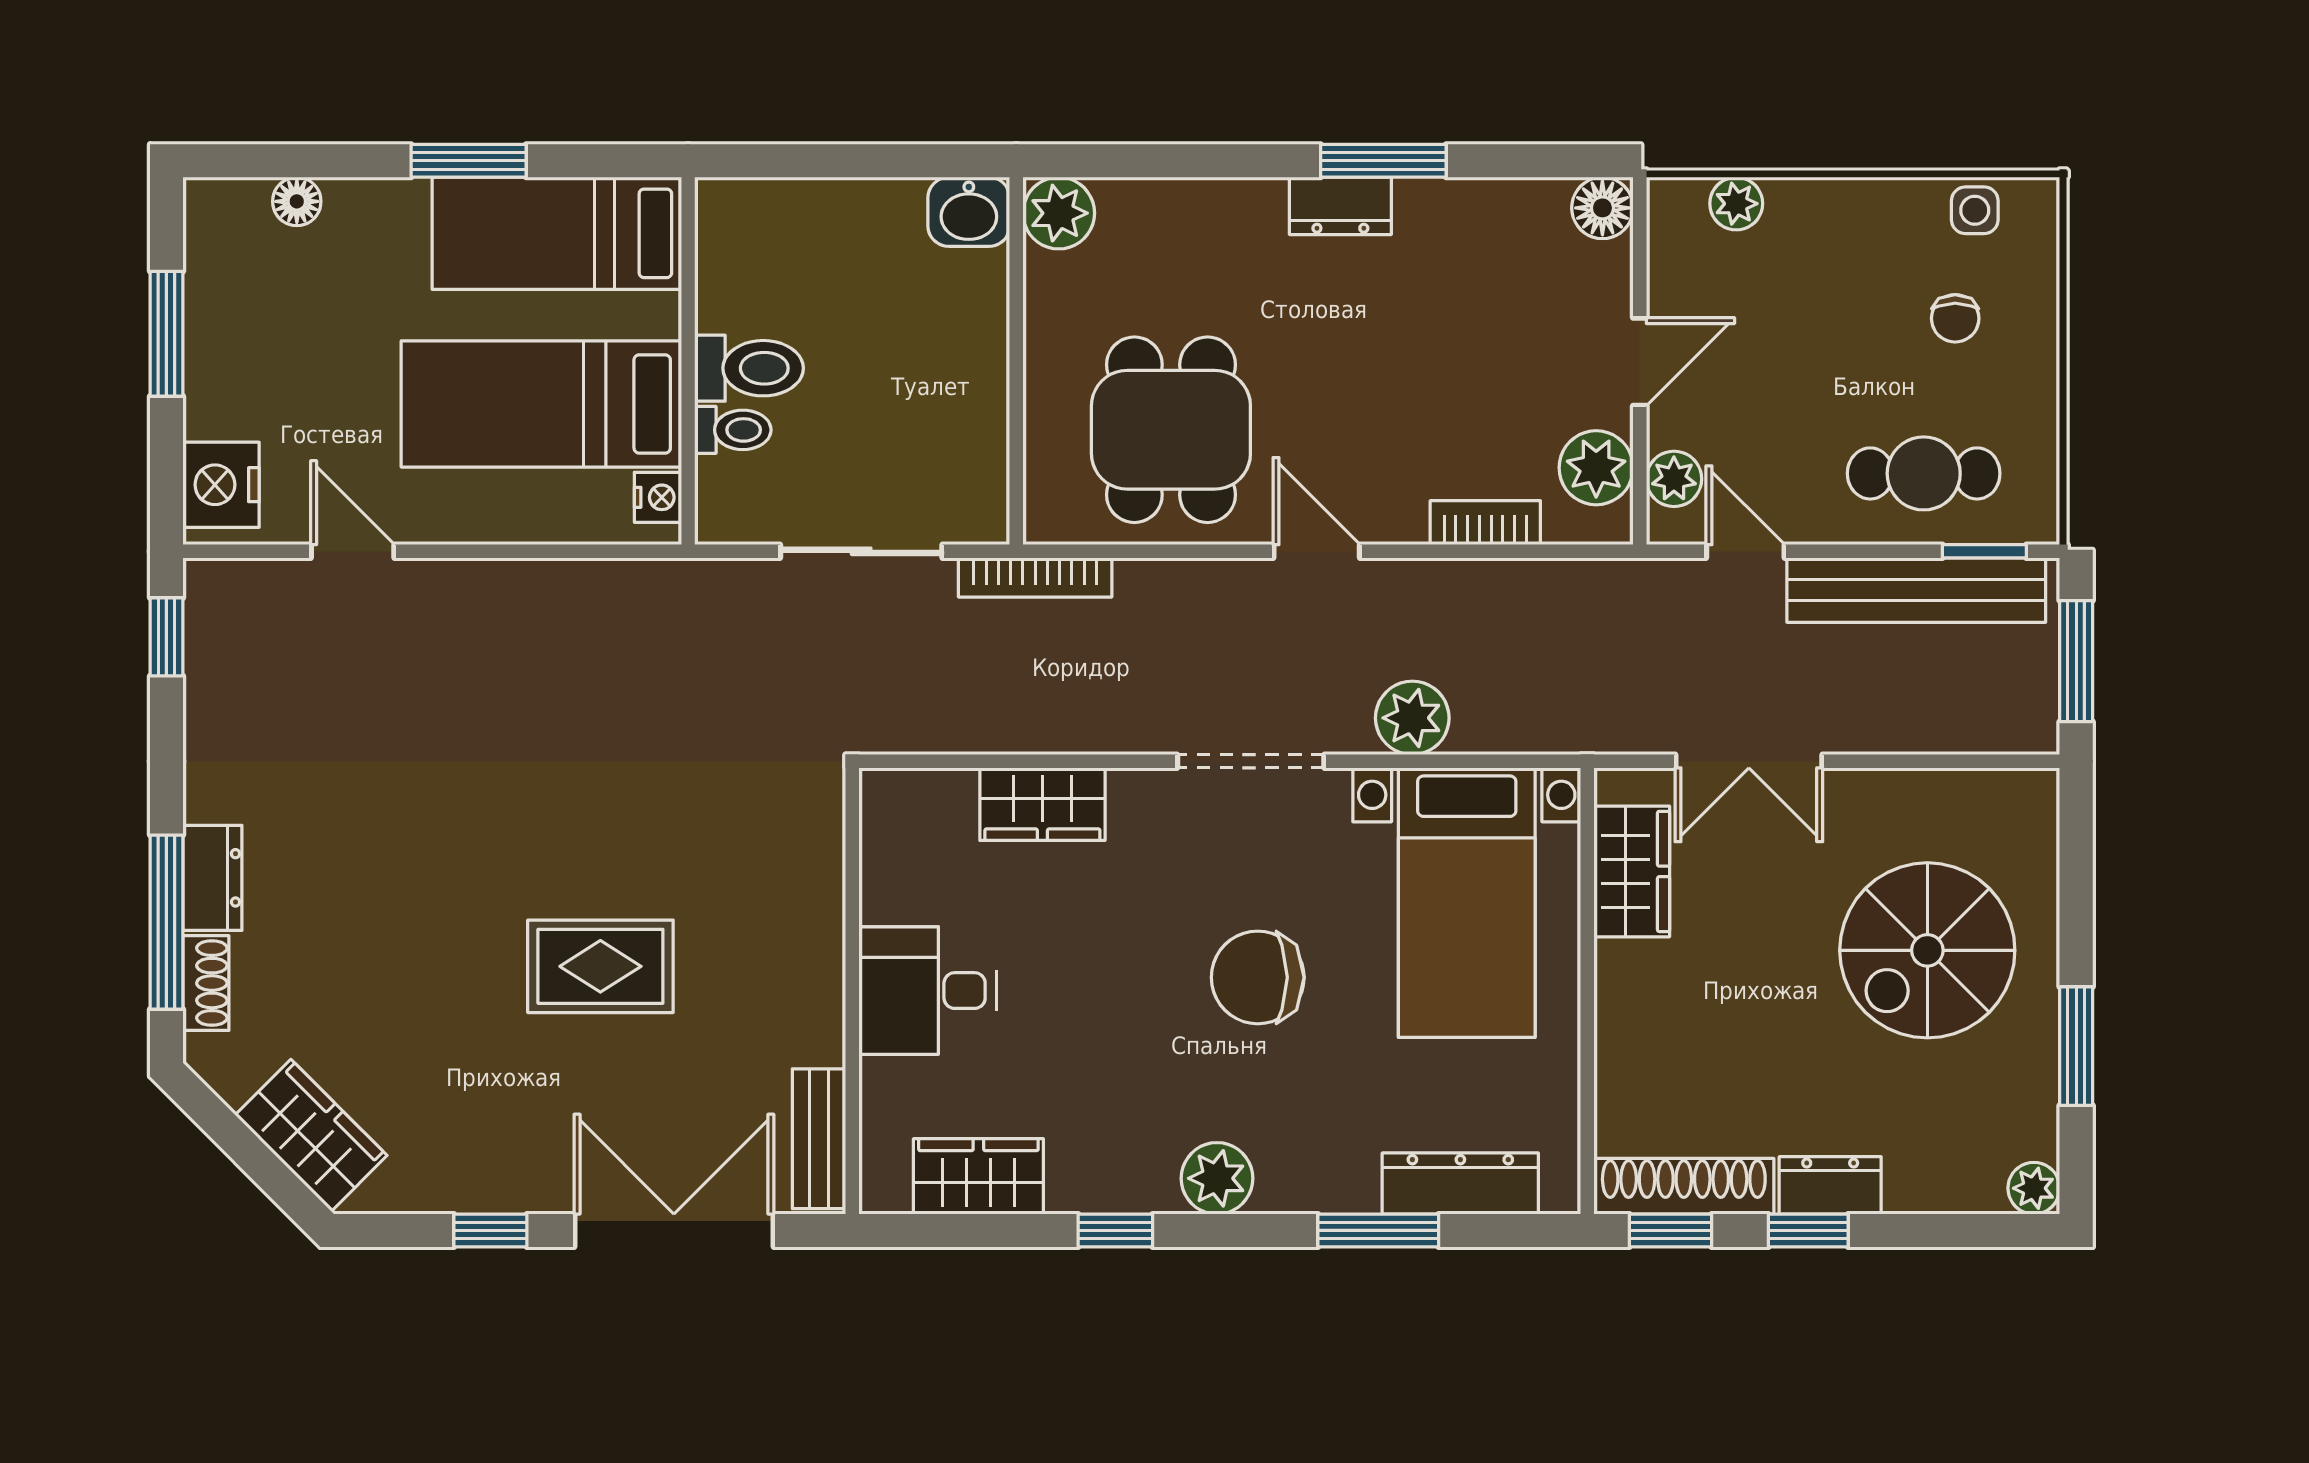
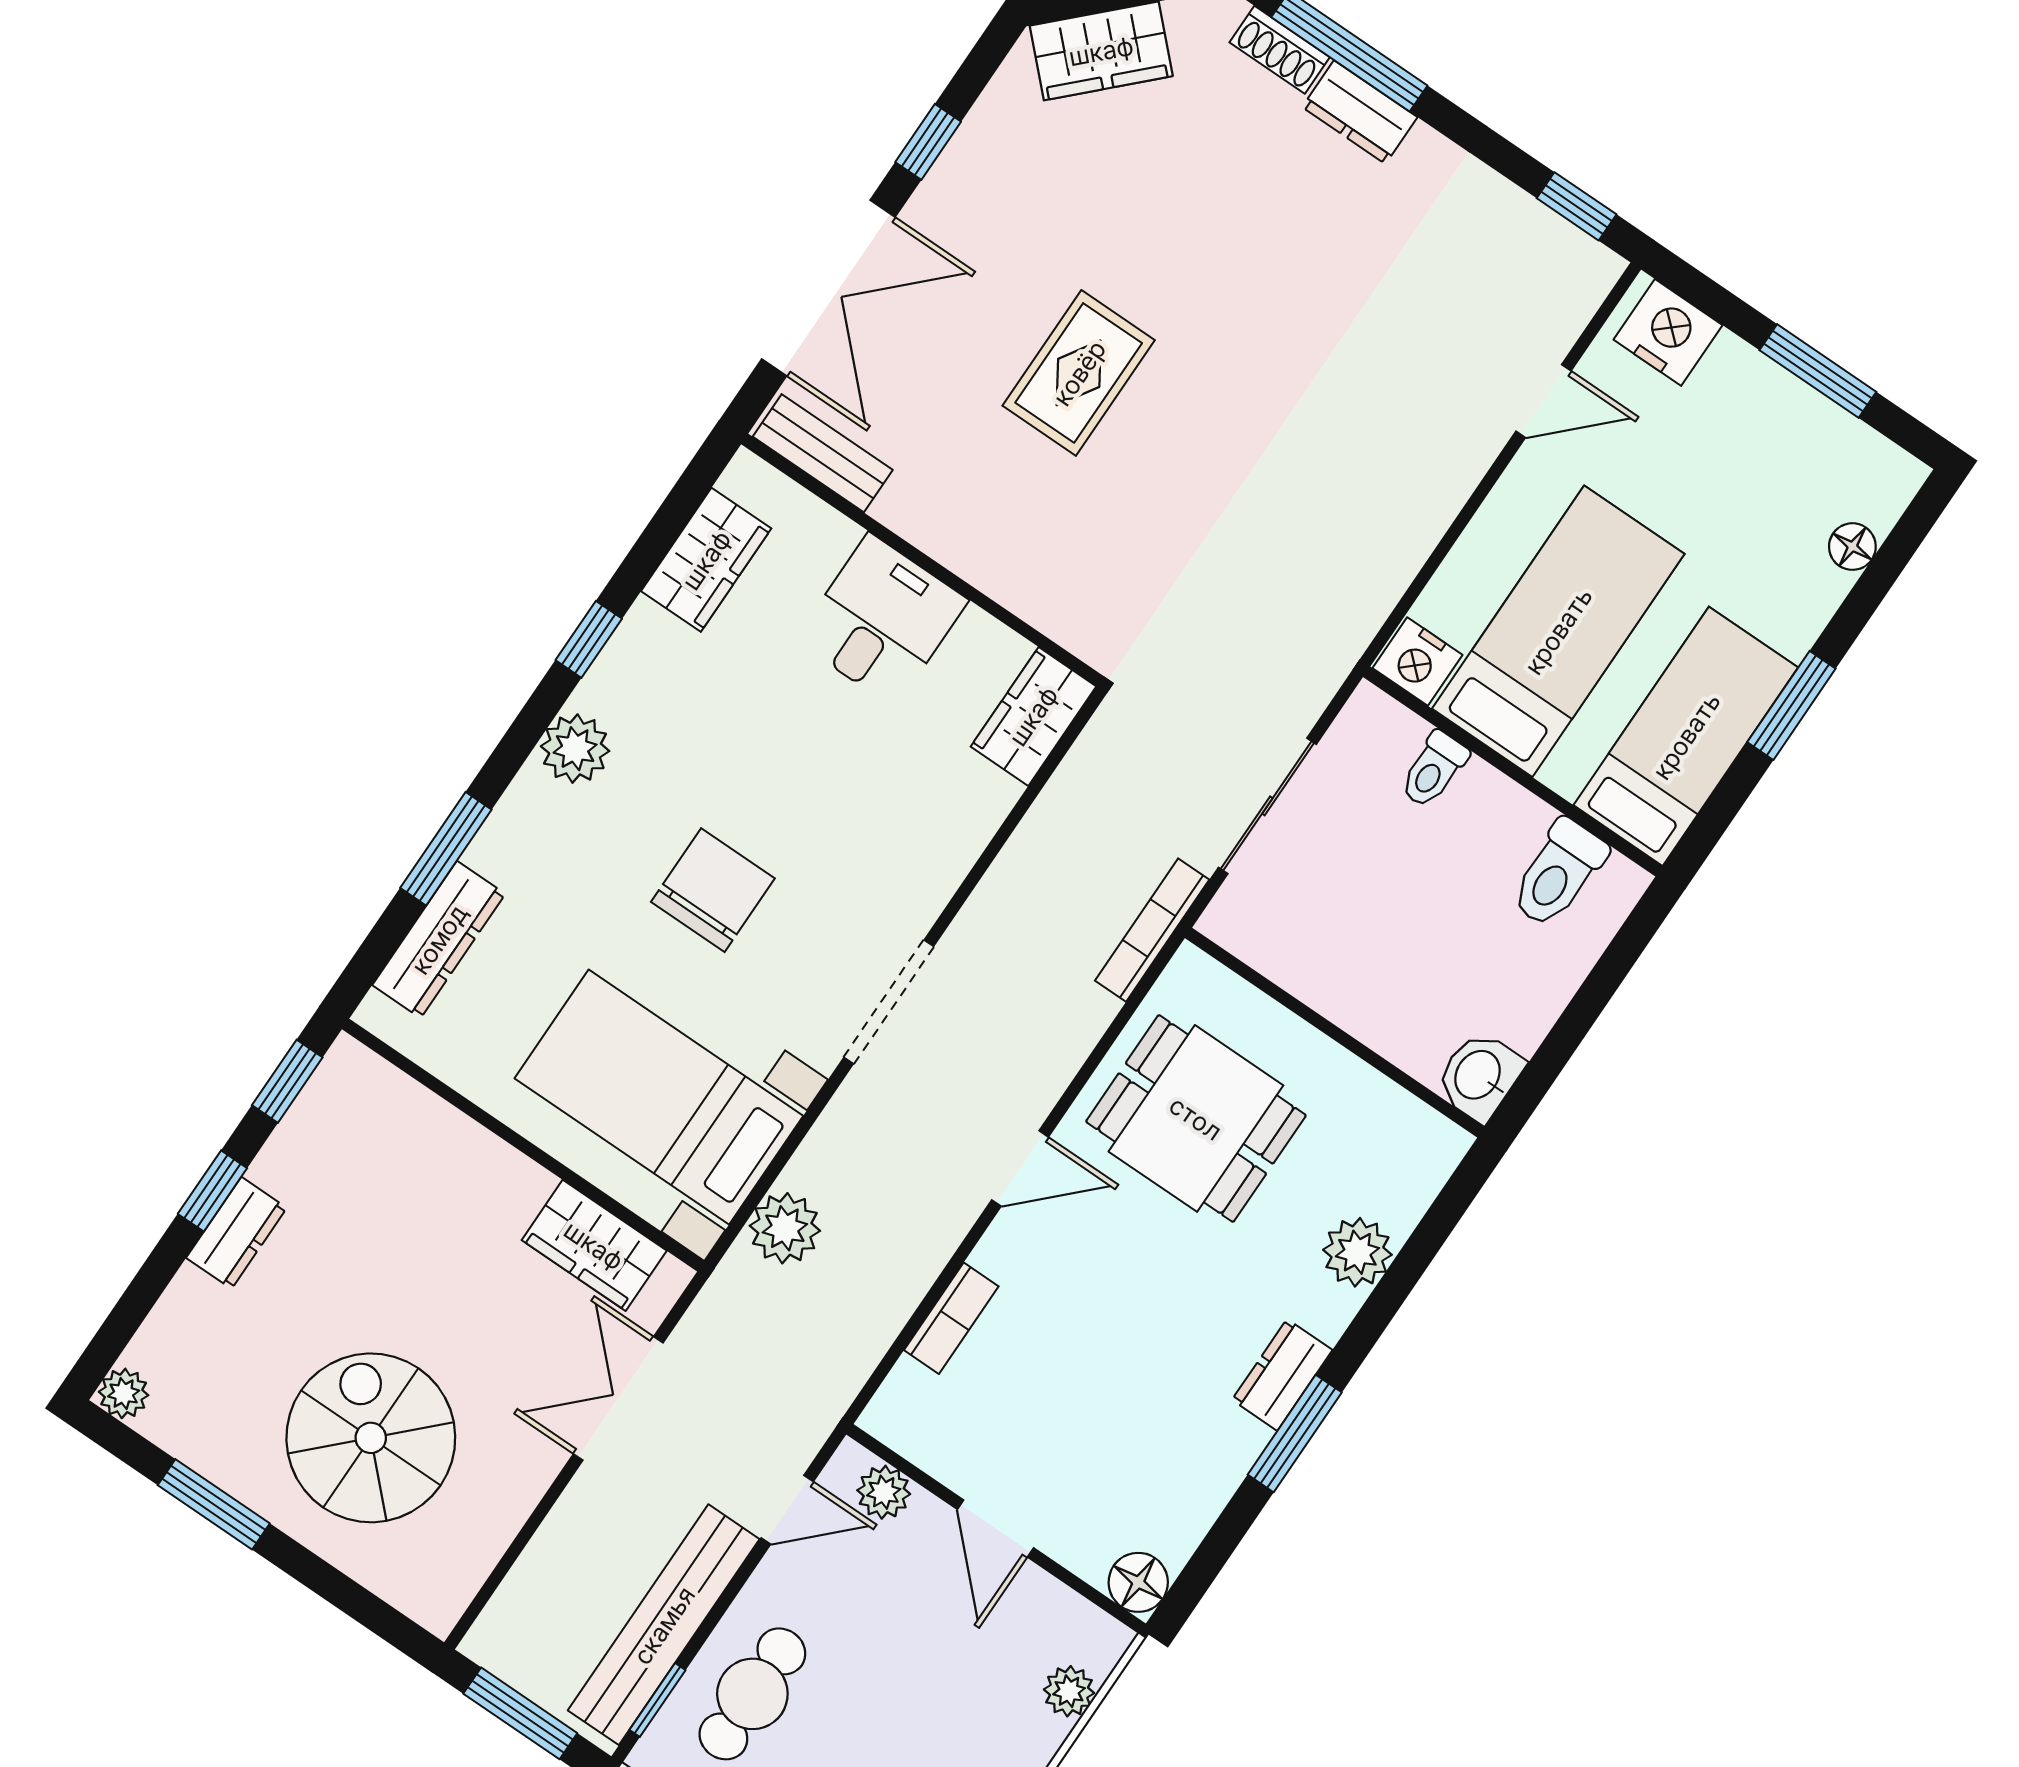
plant: (1059, 213) -> (1357, 1252), moved
toilet: (749, 368) -> (1558, 873), moved
plant: (1596, 468) -> (935, 1436), removed
nightstand: (658, 497) -> (1417, 661), width x1.39, depth x1.35
plant: (1412, 718) -> (785, 1228), moved
wardrobe: (1042, 804) -> (1033, 716), moved
shoe rack: (1684, 1186) -> (315, 1116), removed

